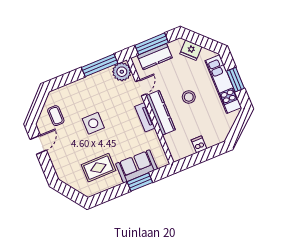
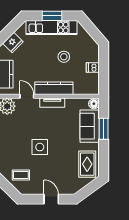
stool: (189, 97) -> (64, 57), moved
door: (38, 145) -> (51, 199), moved
floor lamp: (162, 161) -> (94, 104), added
rug: (98, 168) -> (87, 164), moved

